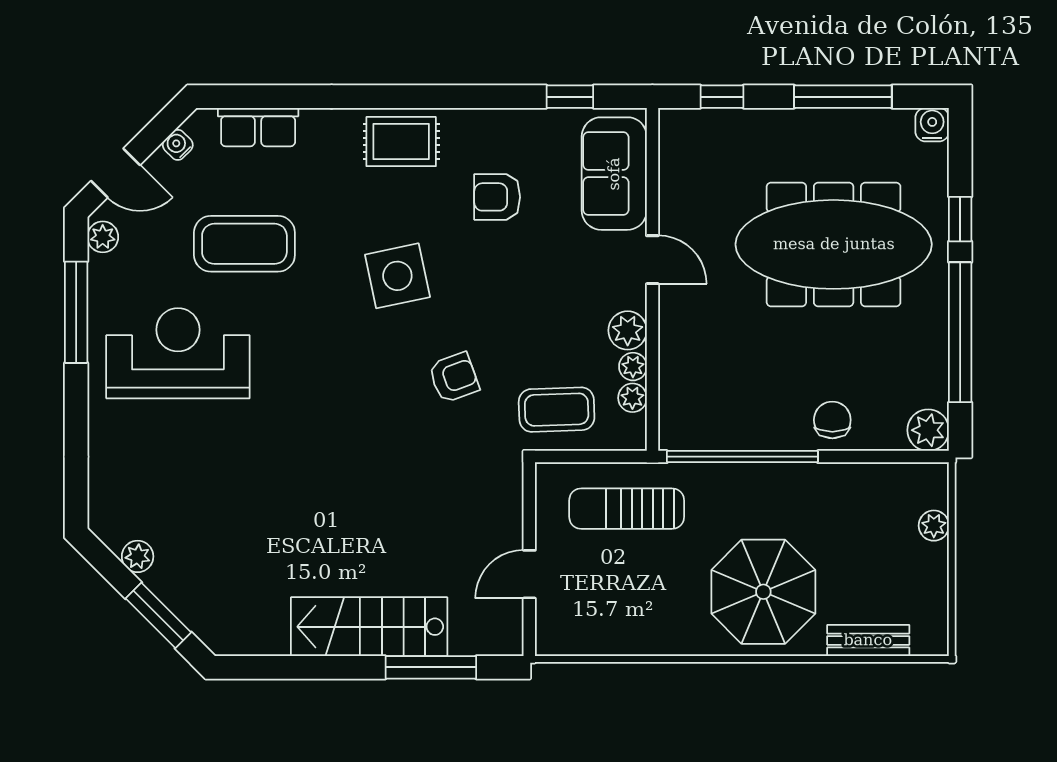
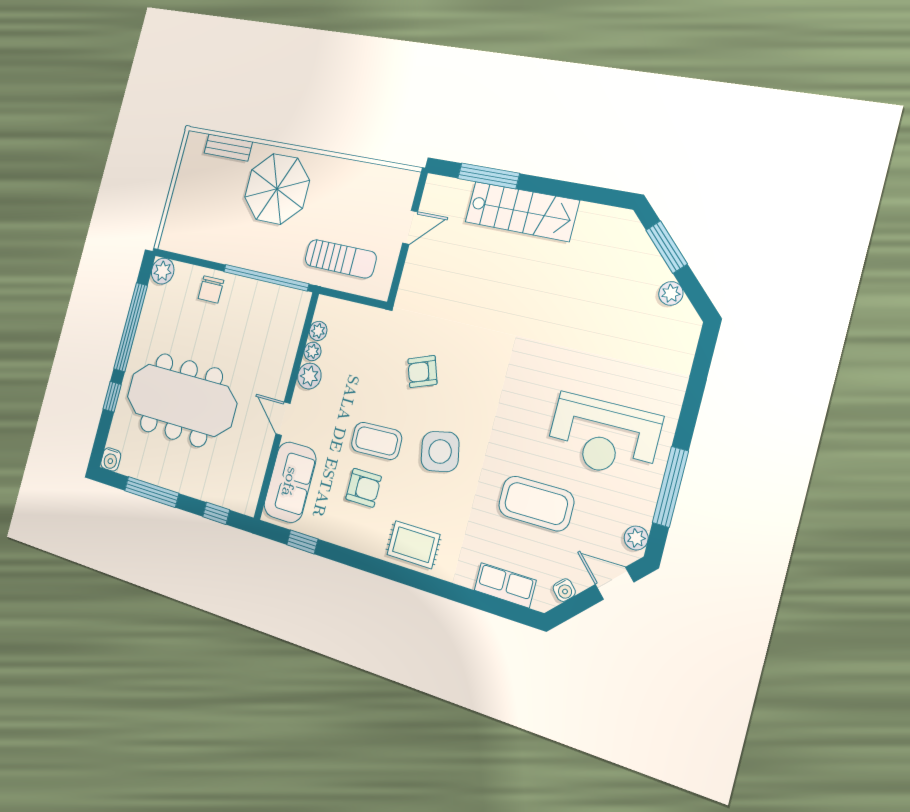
coffee table: (557, 410) -> (377, 441), moved
plant: (934, 526) -> (175, 212), removed

